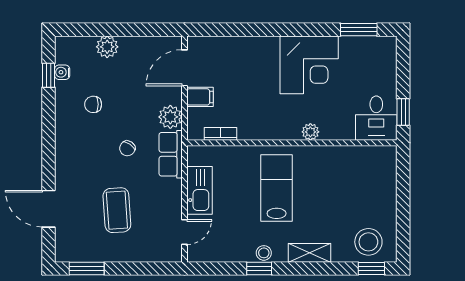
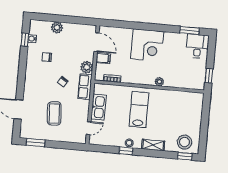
corner desk: (309, 65) -> (147, 45), moved
door: (184, 68) -> (96, 42), swing flipped
desk: (376, 118) -> (197, 46), moved, turned 180

